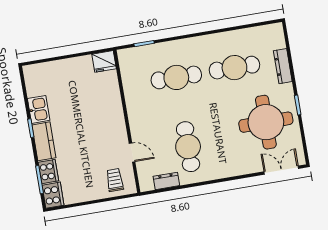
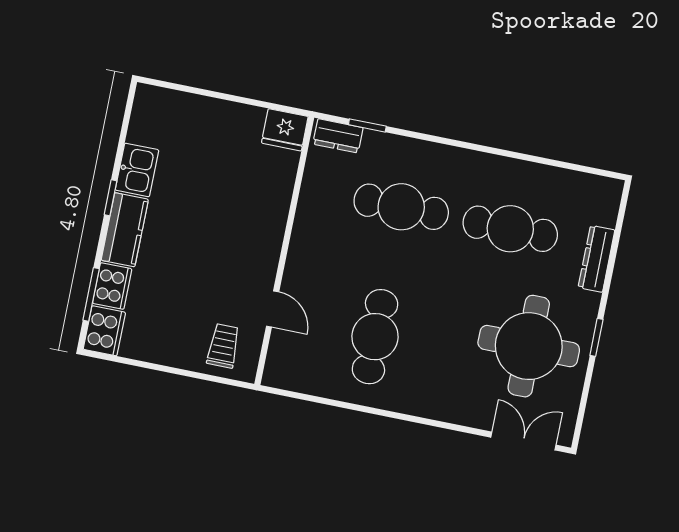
dresser: (166, 181) -> (338, 136), moved, turned 180

